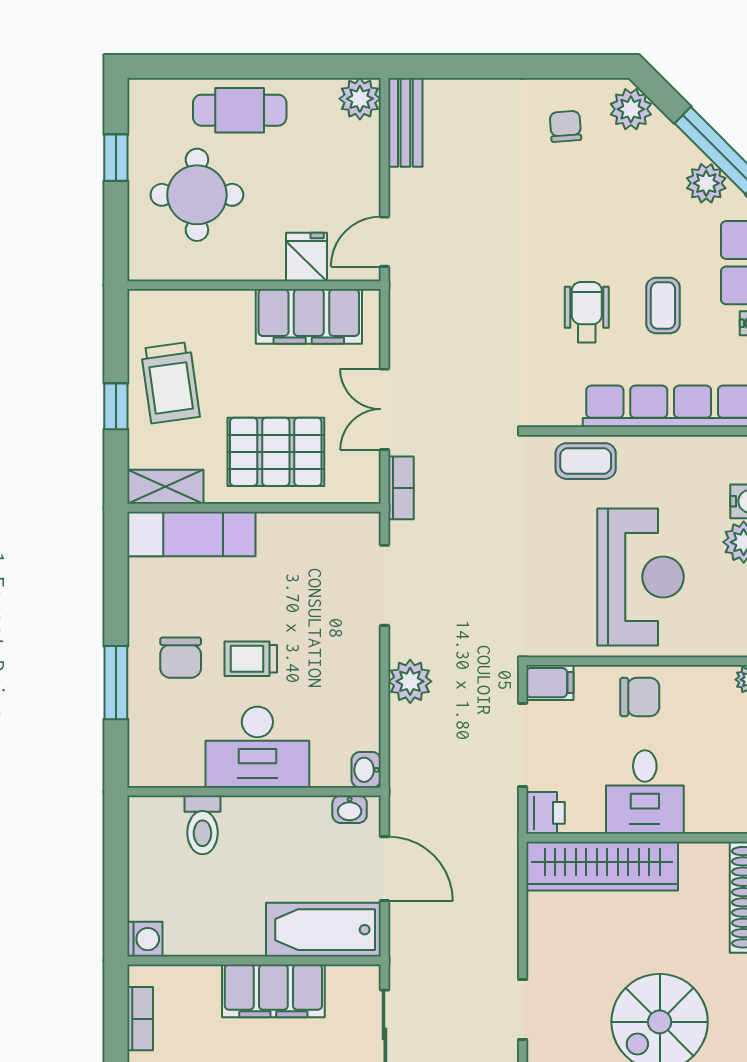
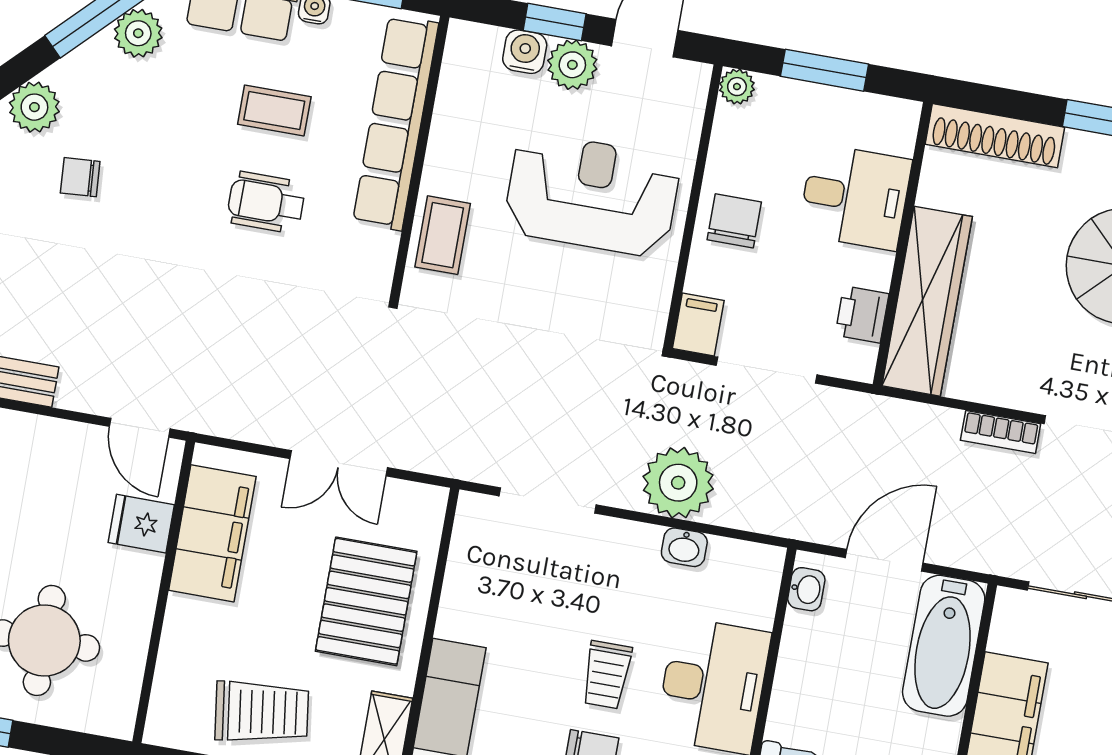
chair: (565, 126) -> (80, 177), moved
bookcase: (401, 488) -> (1001, 432), moved, turned 180
plant: (410, 681) -> (678, 483), width x1.36, depth x1.36
washbasin: (366, 770) -> (684, 547), moved
desk: (645, 792) -> (855, 197), moved
printer: (546, 813) -> (862, 314), moved, turned -90

